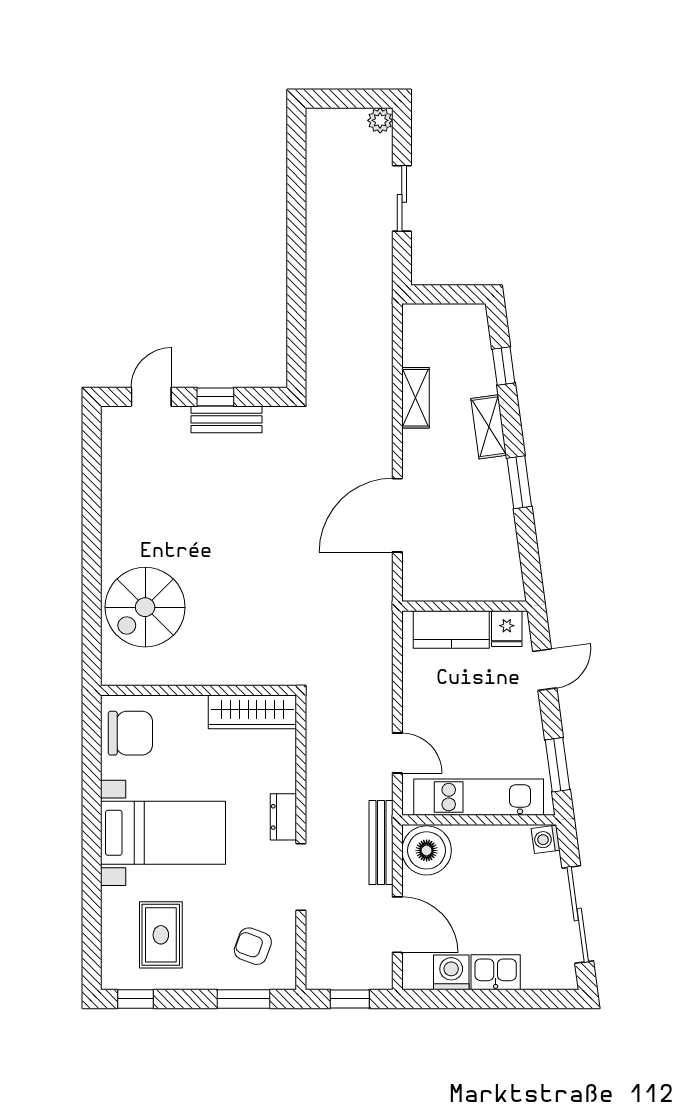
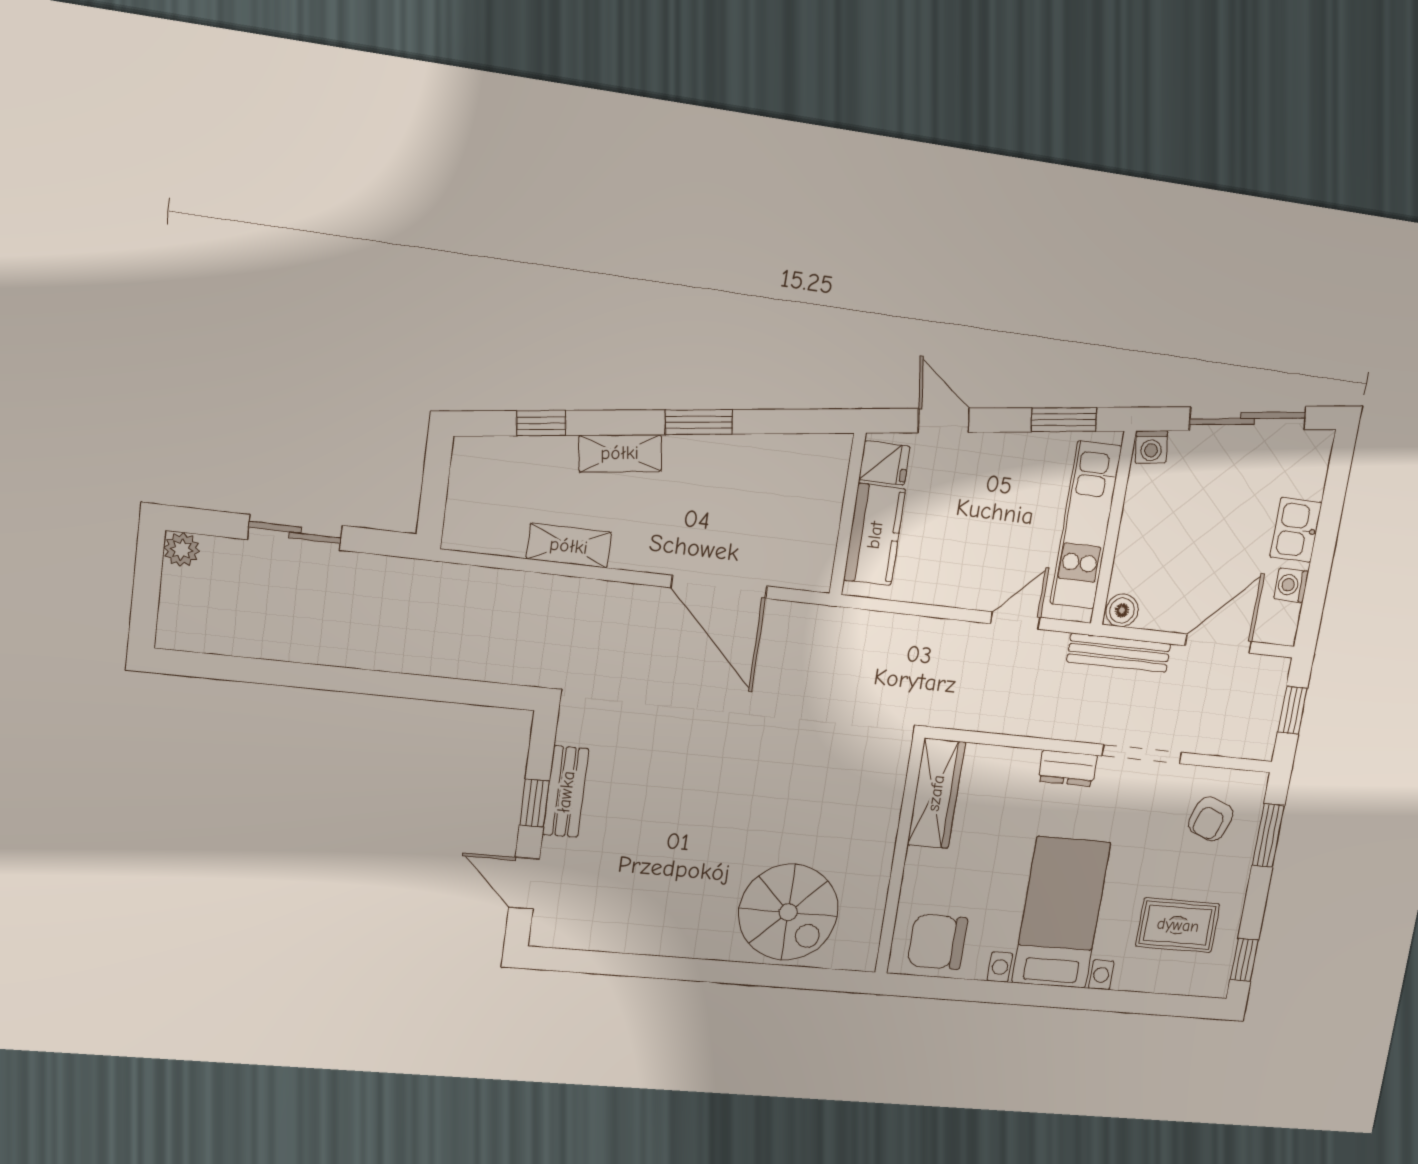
chair: (130, 733) -> (938, 942), turned -90
boiler: (427, 850) -> (1122, 610), width x0.54, depth x0.54
washing machine: (451, 972) -> (1291, 585), width x0.73, depth x0.73

